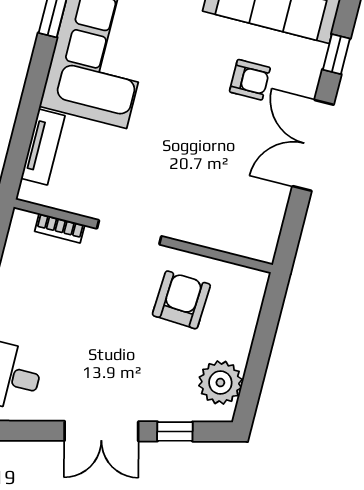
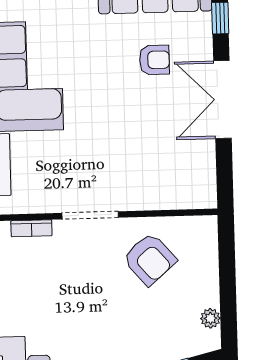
armchair: (181, 300) -> (150, 259), turned 136
plant: (220, 383) -> (210, 318), width x0.53, depth x0.53

